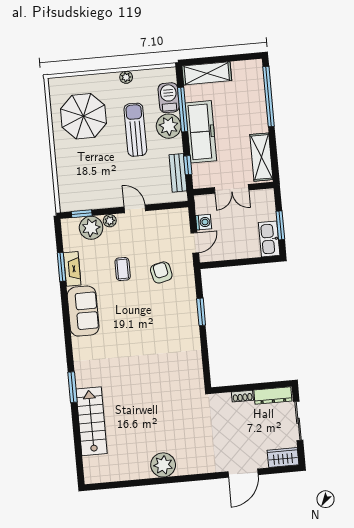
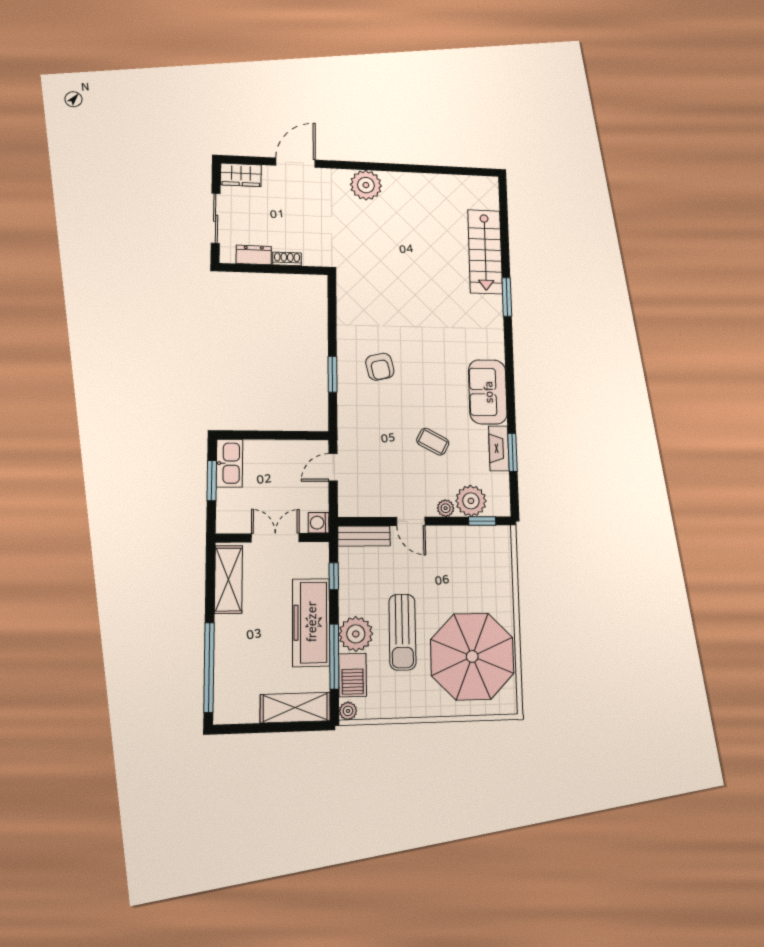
plant: (126, 77) -> (348, 711), moved
parasol: (83, 116) -> (472, 656), width x1.36, depth x1.36
bench: (178, 173) -> (364, 536), moved, turned 90
washing machine: (204, 222) -> (319, 523), moved
coffee table: (123, 269) -> (433, 442), turned -62
armchair: (161, 272) -> (380, 367), moved
dresser: (273, 395) -> (254, 255), width x0.70
plant: (163, 465) -> (366, 185), moved

